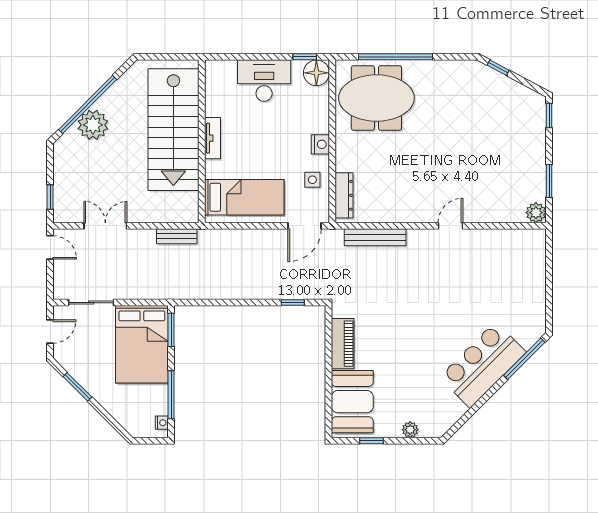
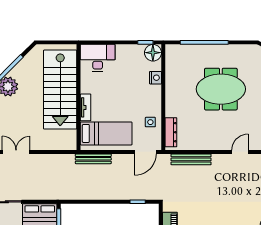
desk: (264, 81) -> (98, 58), moved
meeting table: (376, 98) -> (221, 89), moved
tv unit: (213, 138) -> (86, 107), moved
nightstand: (320, 144) -> (156, 78), moved
bench: (177, 236) -> (93, 159), moved, width x1.36

